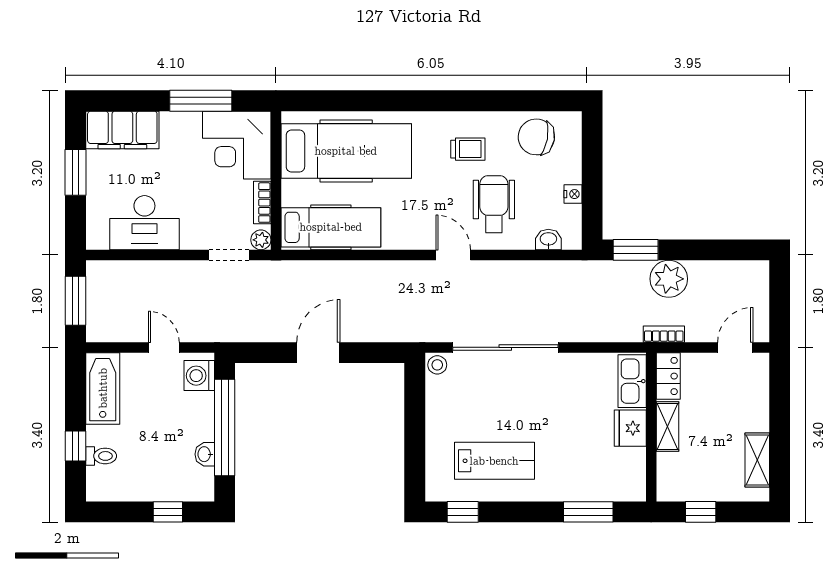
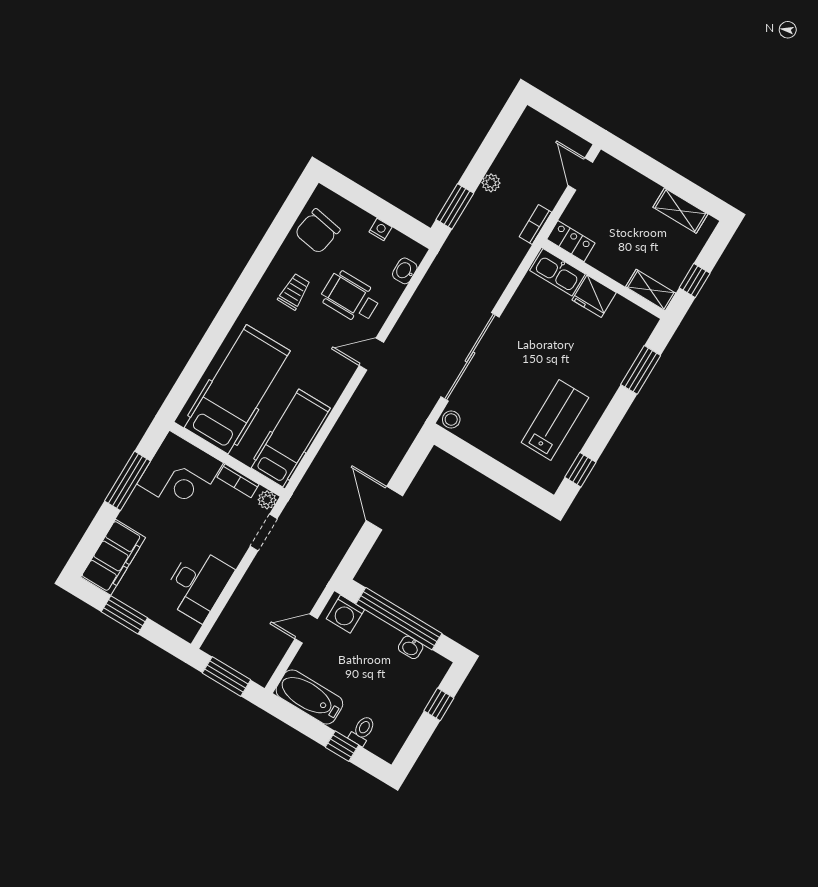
plant: (669, 279) -> (491, 183), width x0.53, depth x0.53
shelving: (668, 426) -> (651, 290), moved

